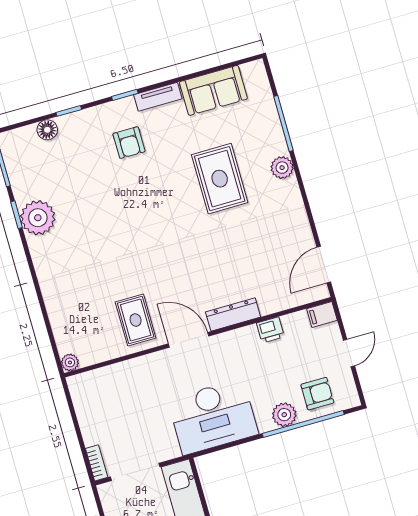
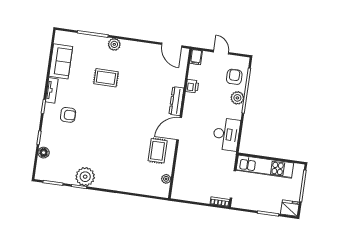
rug: (220, 179) -> (106, 78), width x0.73, depth x0.70
rug: (136, 320) -> (158, 151), turned 90
plant: (70, 362) -> (166, 179), moved
desk: (213, 417) -> (226, 134), width x0.73, depth x0.77

